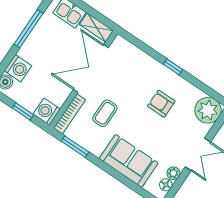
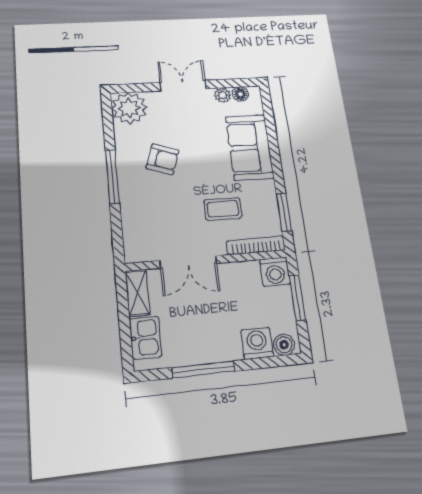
window: (173, 67) -> (112, 177), width x2.17
double door: (91, 68) -> (188, 262), width x0.73
armchair: (161, 104) -> (162, 159), turned -71
window: (23, 111) -> (297, 298), width x1.50

